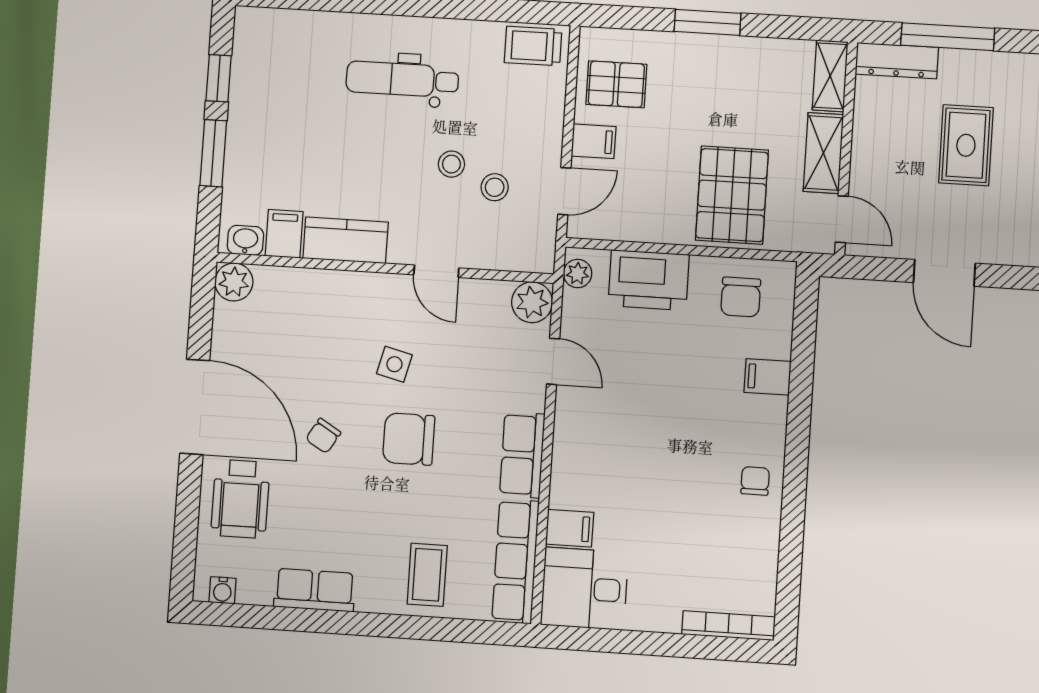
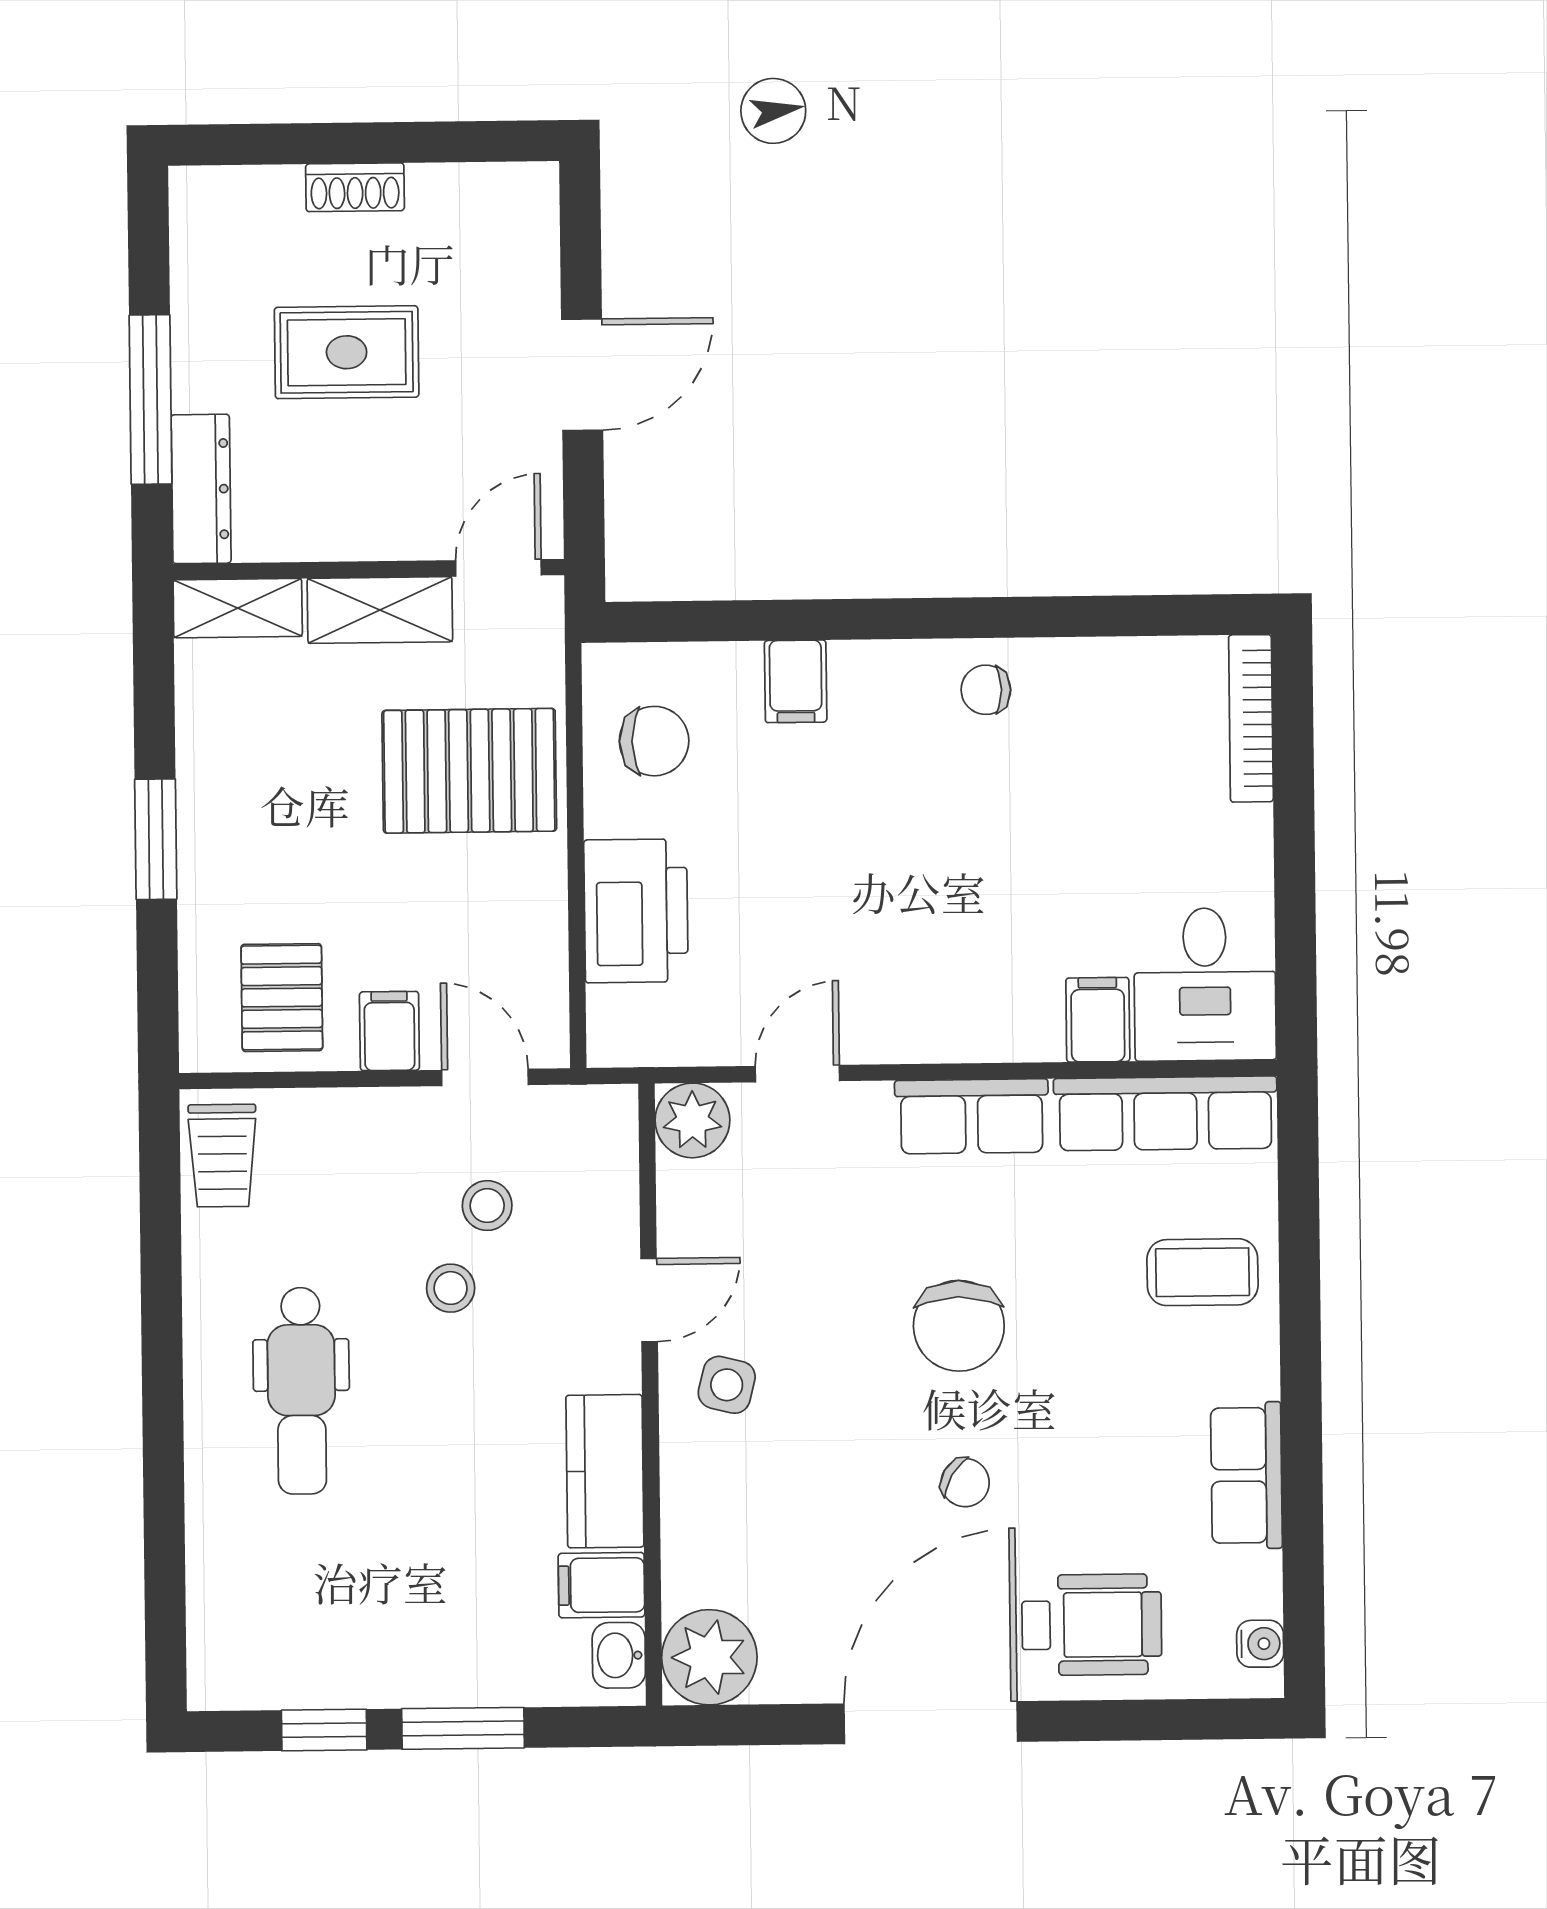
plant: (578, 274) -> (634, 1041), removed
plant: (234, 282) -> (709, 1657), width x1.36, depth x1.36
side table: (394, 364) -> (727, 1385), moved

